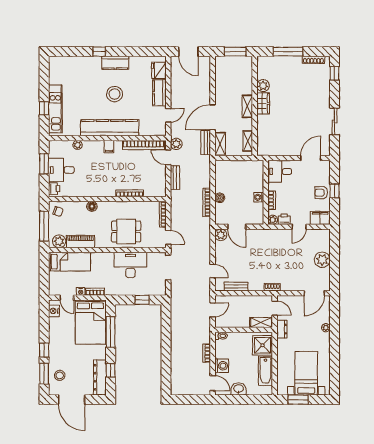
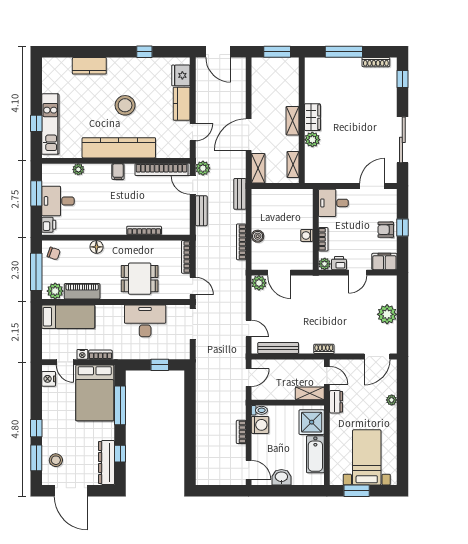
window: (99, 52) -> (144, 52), moved
kitchen counter: (115, 63) -> (89, 66), moved
plant: (263, 86) -> (312, 140), moved
sliding door: (334, 121) -> (402, 140), width x1.37
bench: (206, 143) -> (240, 194), moved
bench: (236, 287) -> (278, 348), width x1.36
washing machine: (222, 366) -> (260, 425), moved

